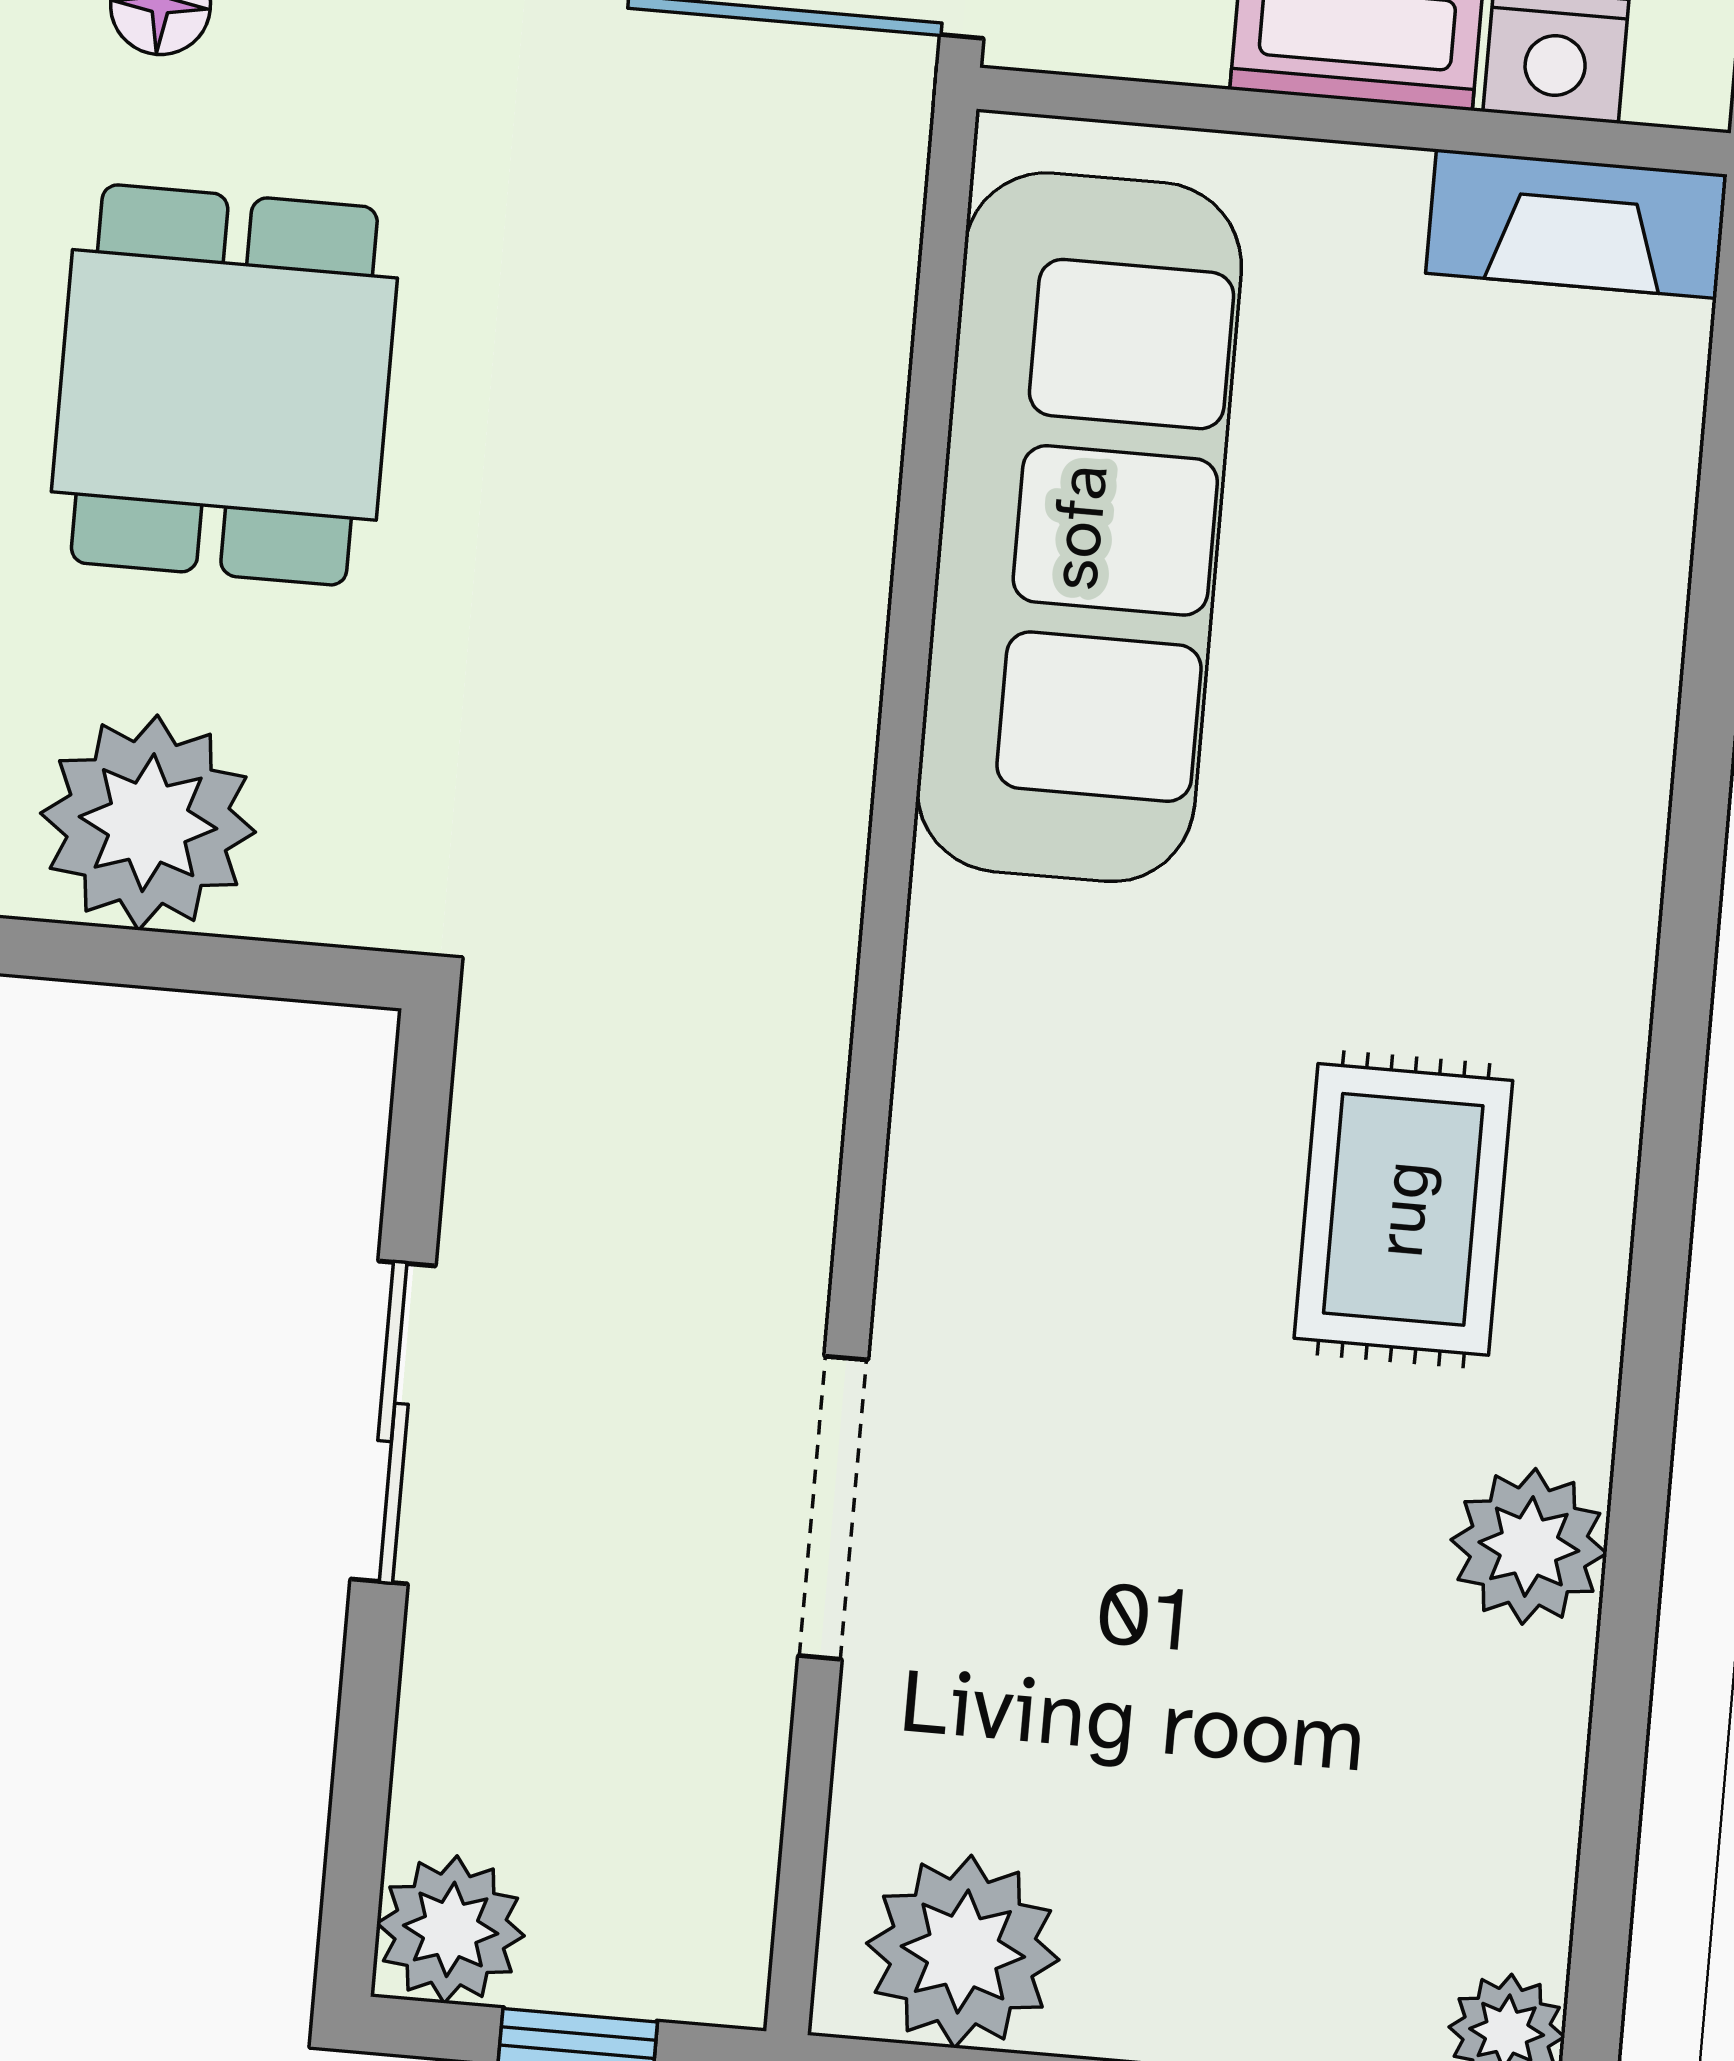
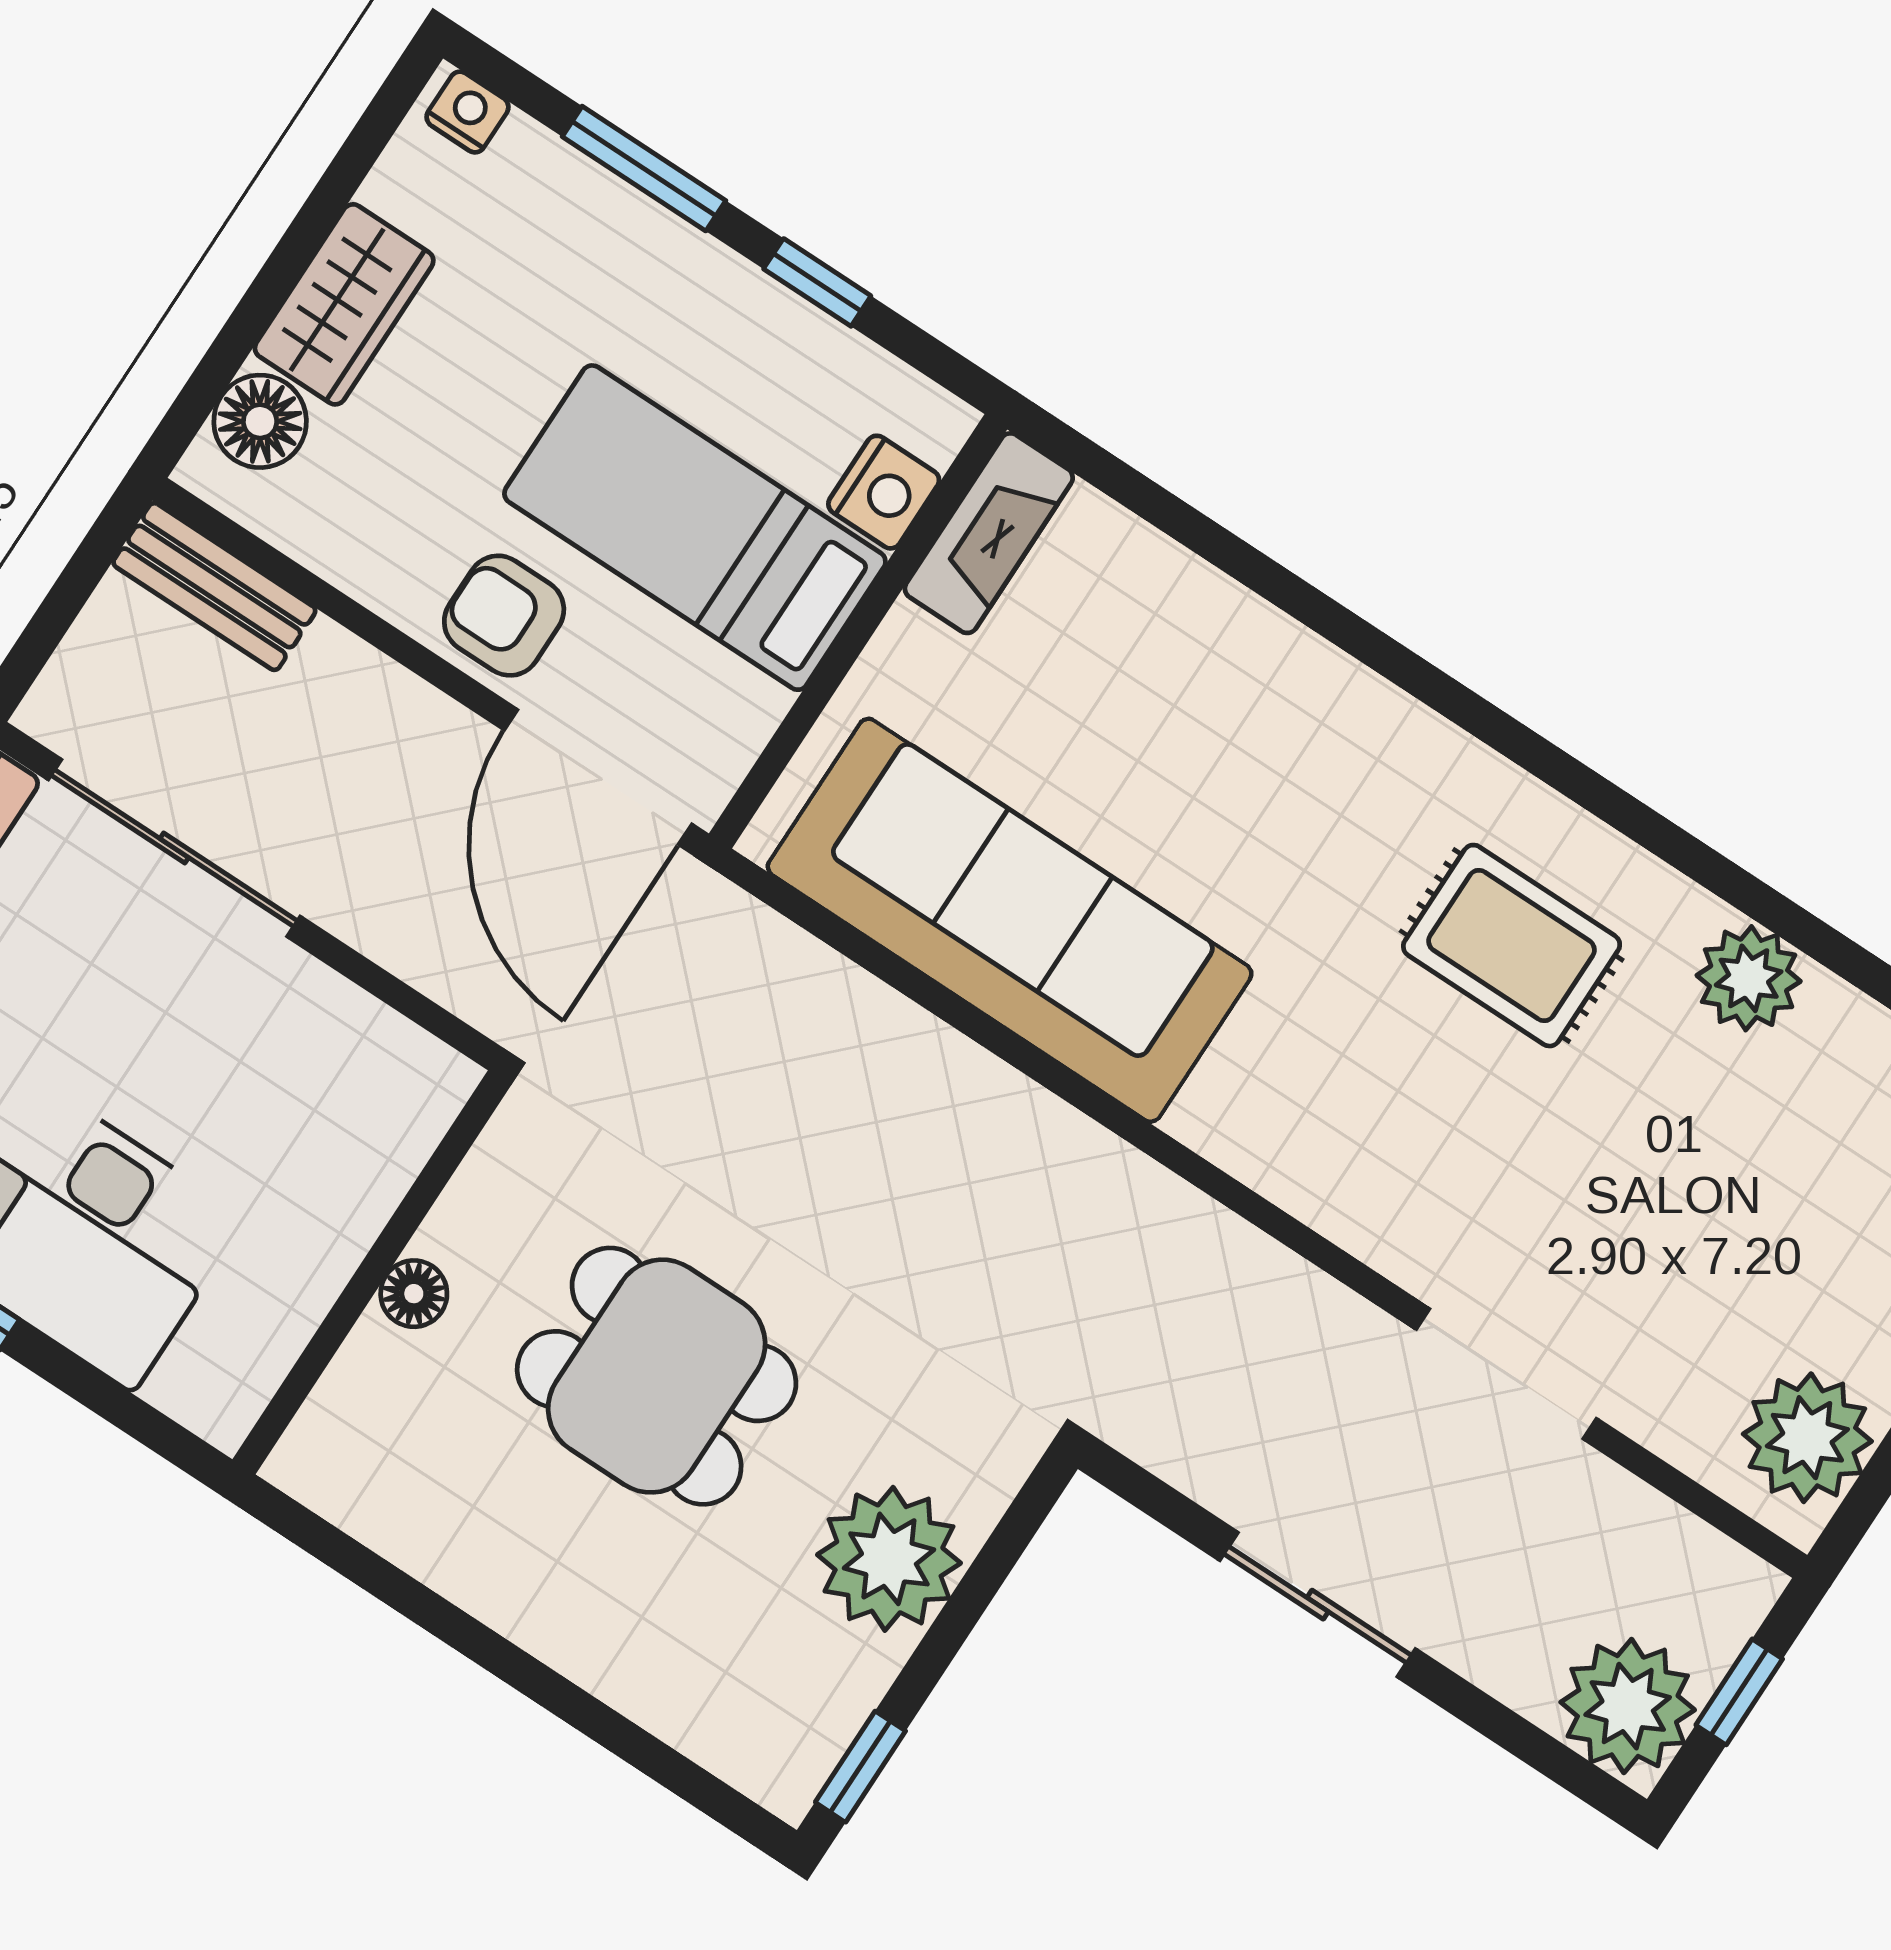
plant: (451, 1929) -> (1628, 1706), width x1.36, depth x1.36

